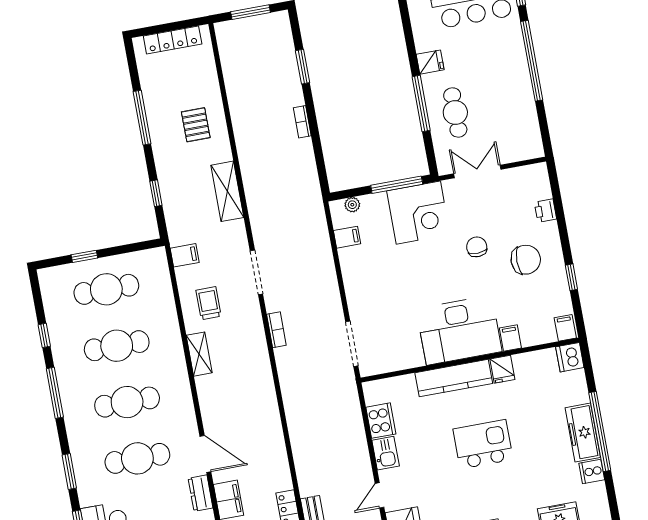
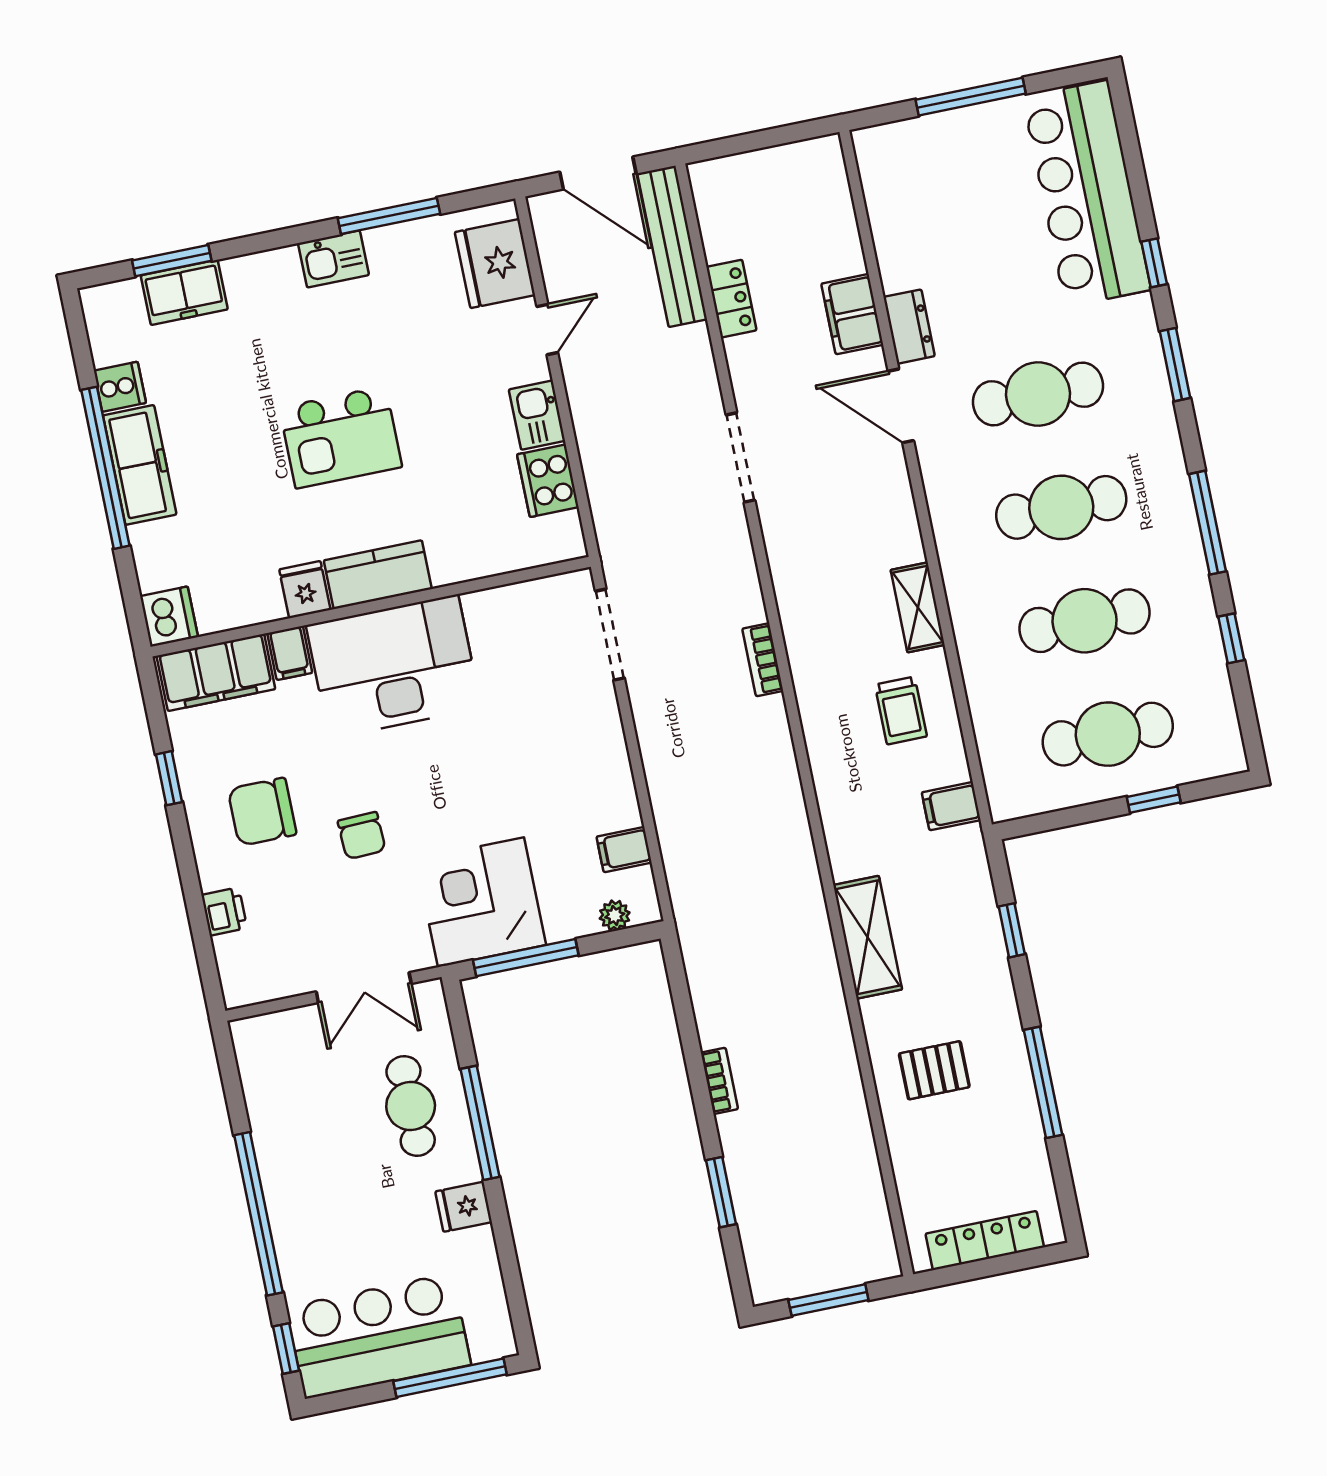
pallet: (196, 125) -> (934, 1070), turned 90
doorway: (256, 272) -> (740, 458), moved
filing cabinet: (565, 328) -> (216, 673), width x3.00, depth x1.17
kitchen counter: (454, 378) -> (378, 575), width x0.67

